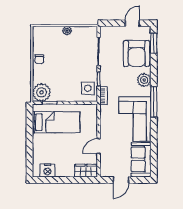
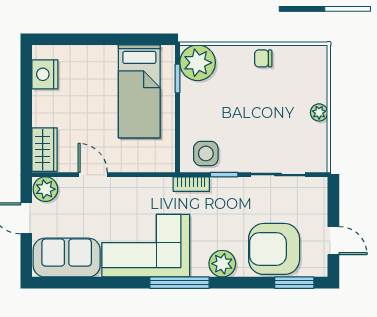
plant: (106, 170) -> (45, 189), added

